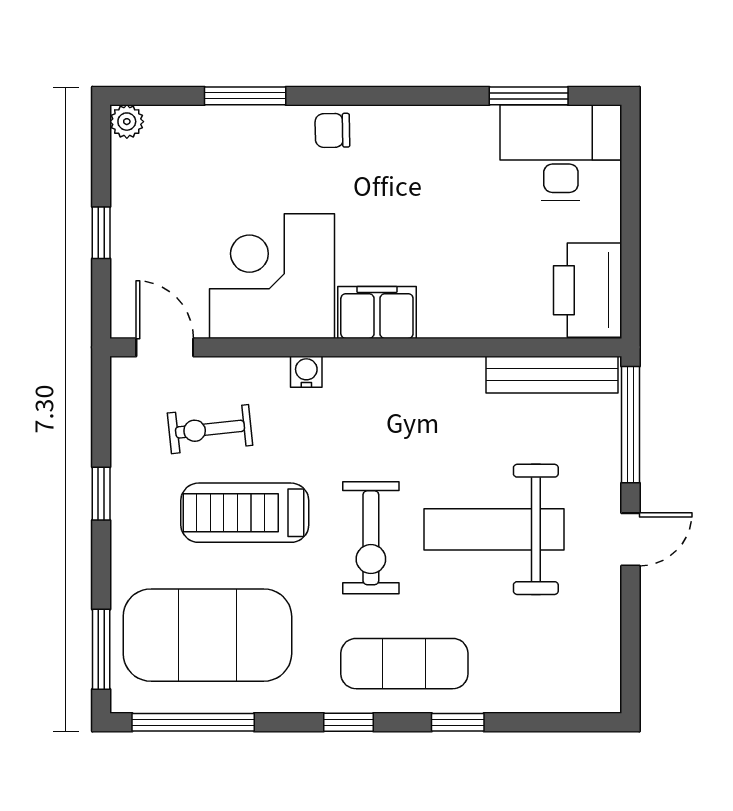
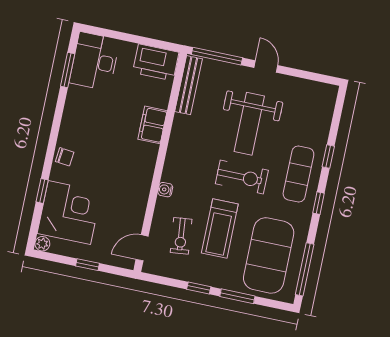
window: (245, 96) -> (42, 191), width x0.67
chair: (332, 130) -> (65, 157), turned -83
corner desk: (272, 276) -> (69, 213), moved, turned 180
filing cabinet: (377, 312) -> (152, 125), moved
window: (101, 649) -> (237, 296), moved

